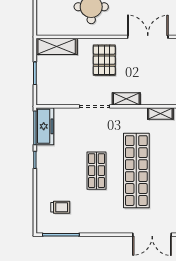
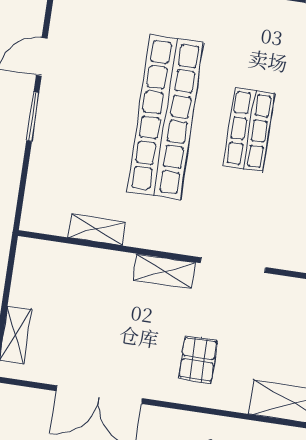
pallet: (104, 60) -> (198, 359), width x0.67, depth x0.71

